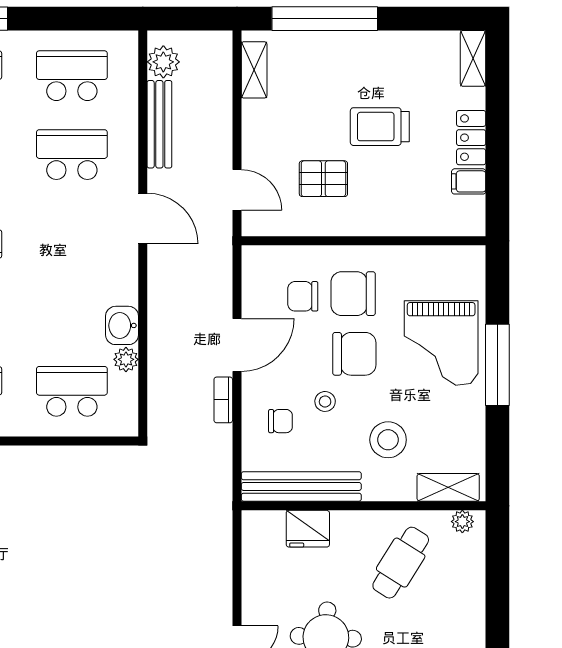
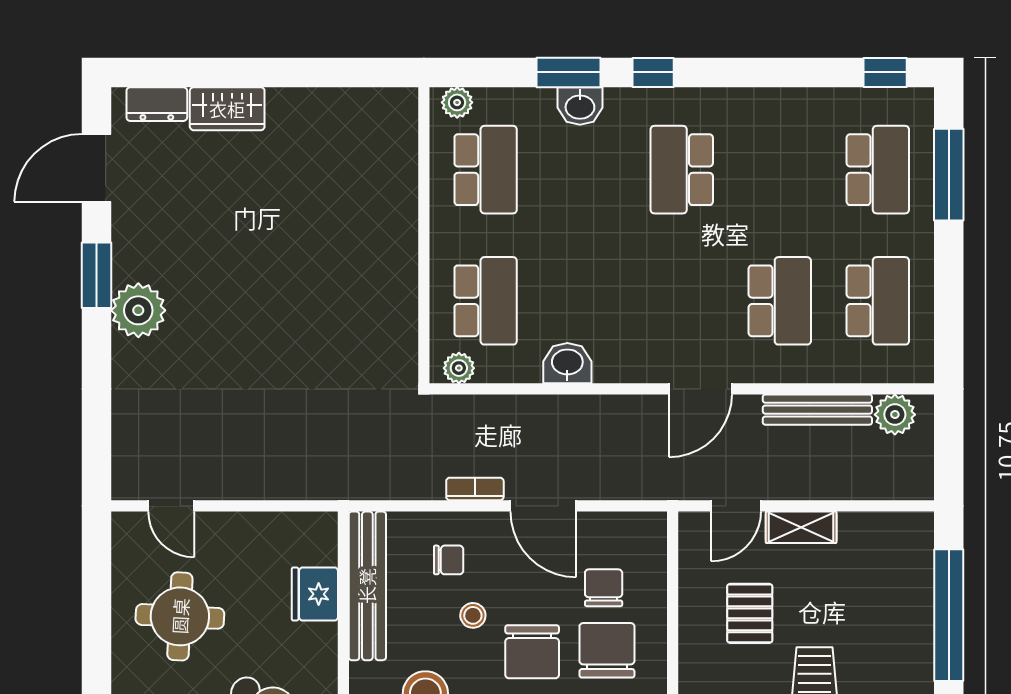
shelving: (254, 70) -> (801, 527), moved
plant: (126, 359) -> (459, 368), moved
chair: (280, 421) -> (449, 560), turned -90

